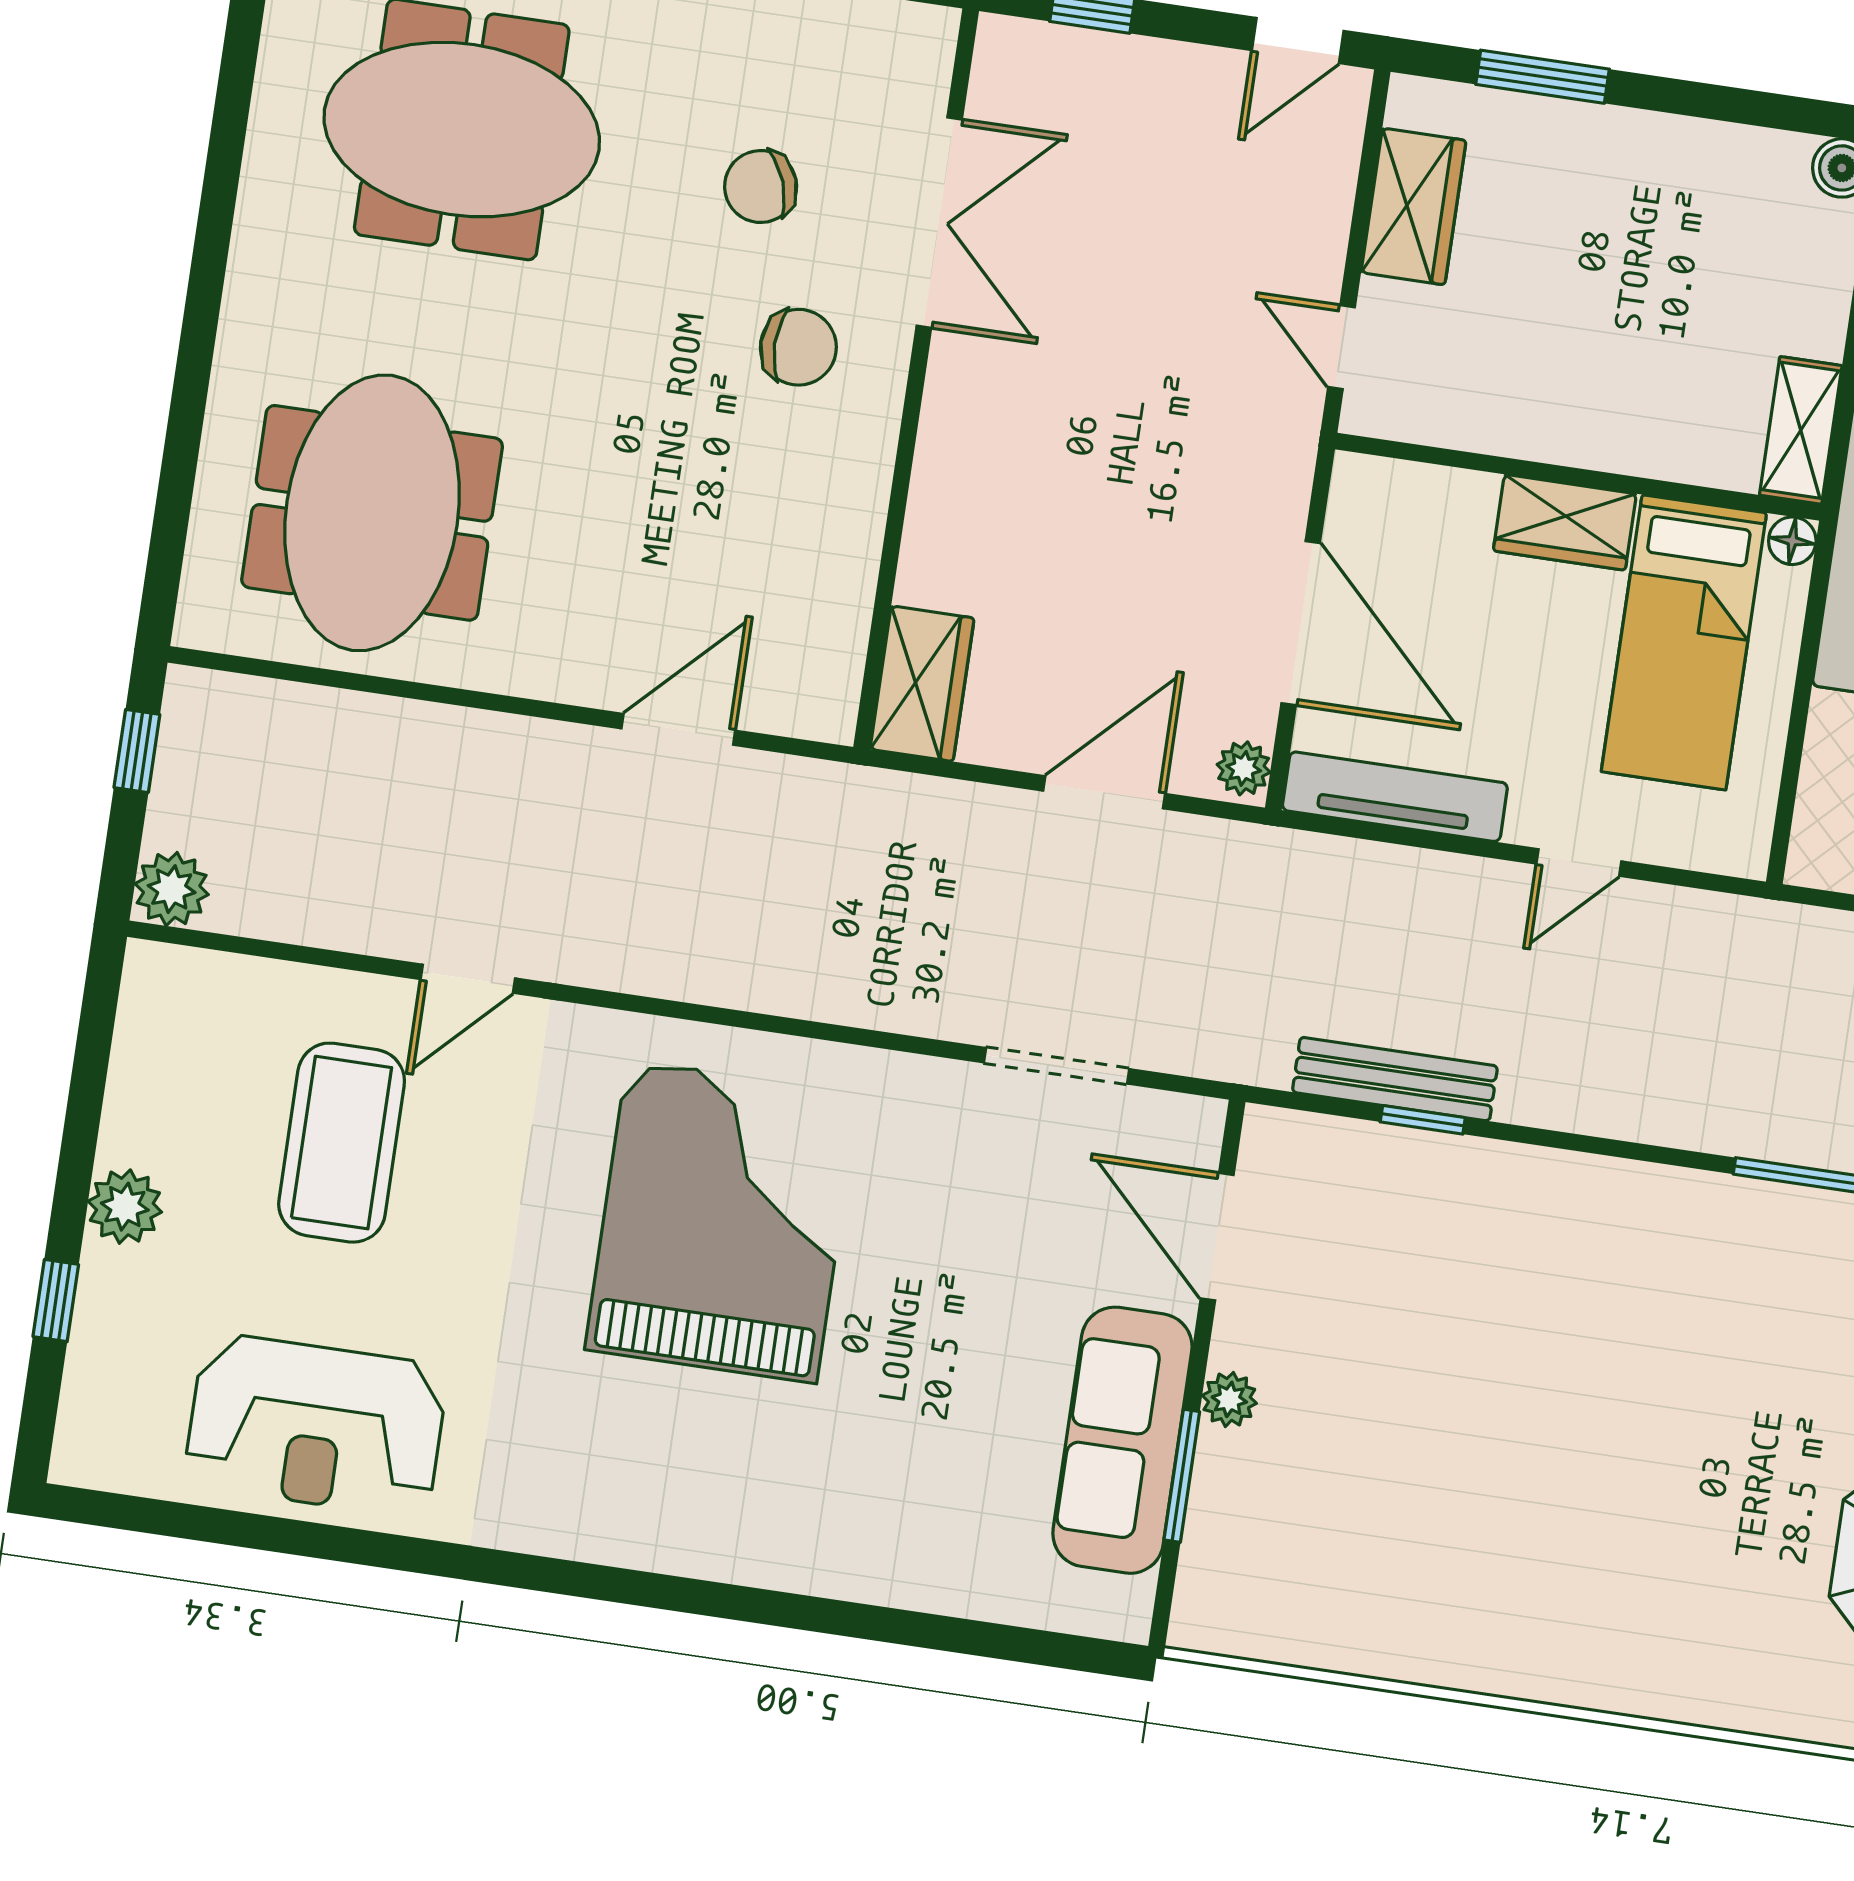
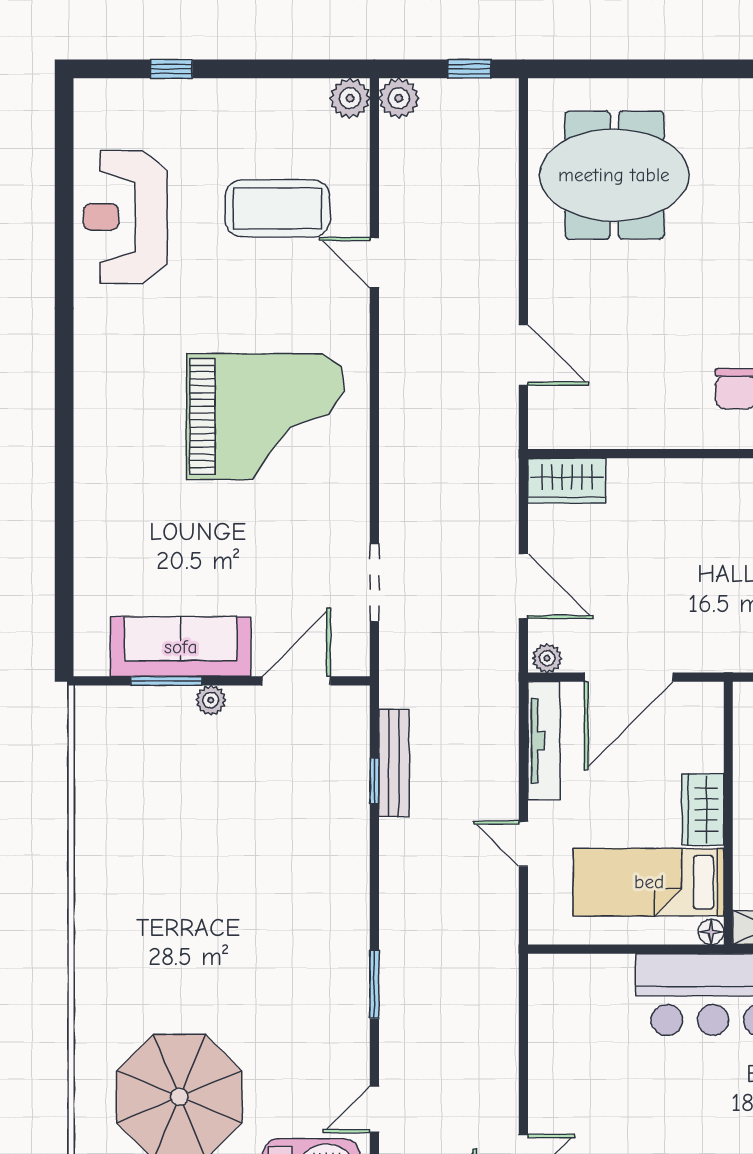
plant: (125, 1207) -> (350, 98), moved

